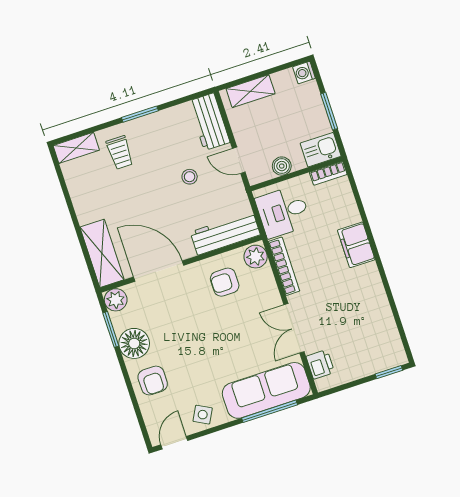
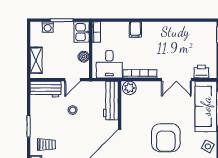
washing machine: (304, 73) -> (48, 27), moved
filing cabinet: (356, 245) -> (135, 30), width x0.50
armchair: (225, 282) -> (166, 138), moved, width x1.88, depth x1.88

